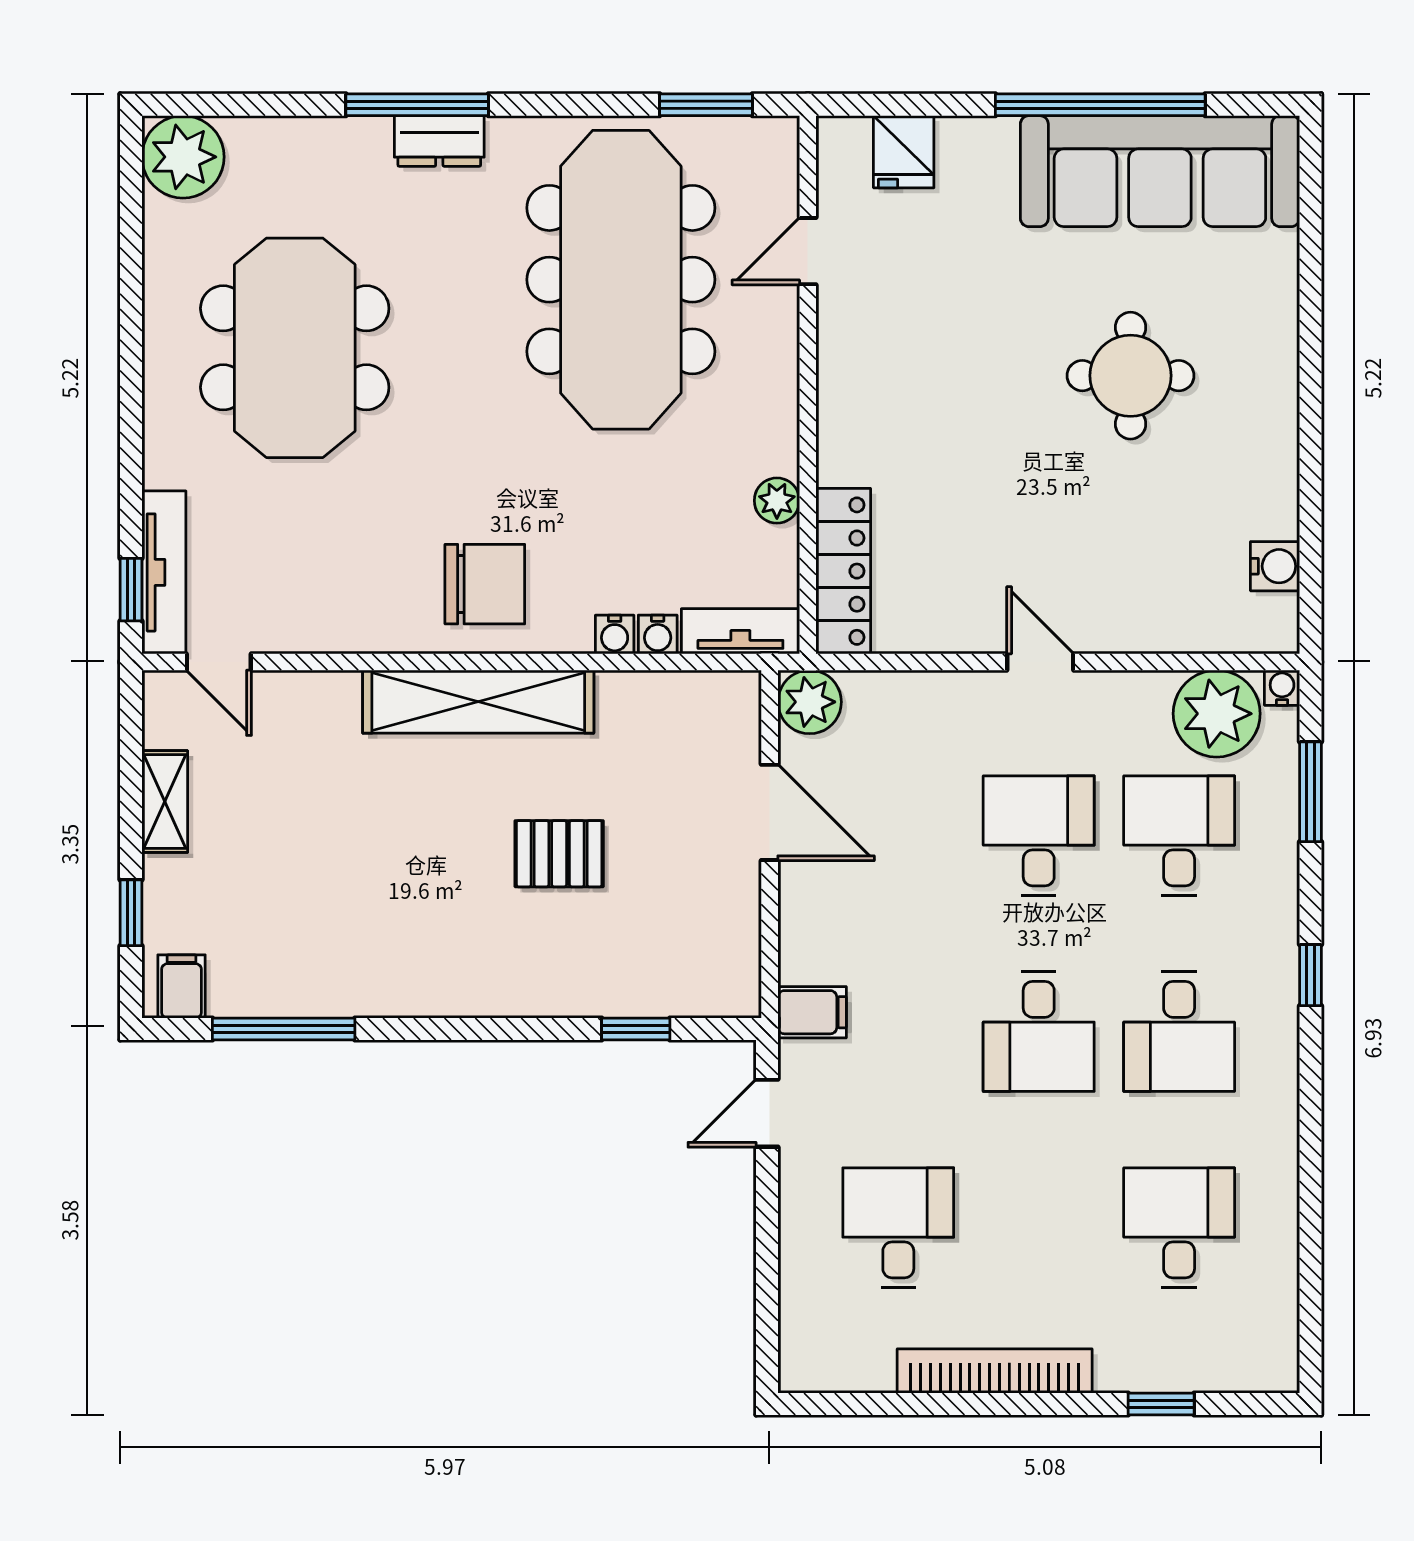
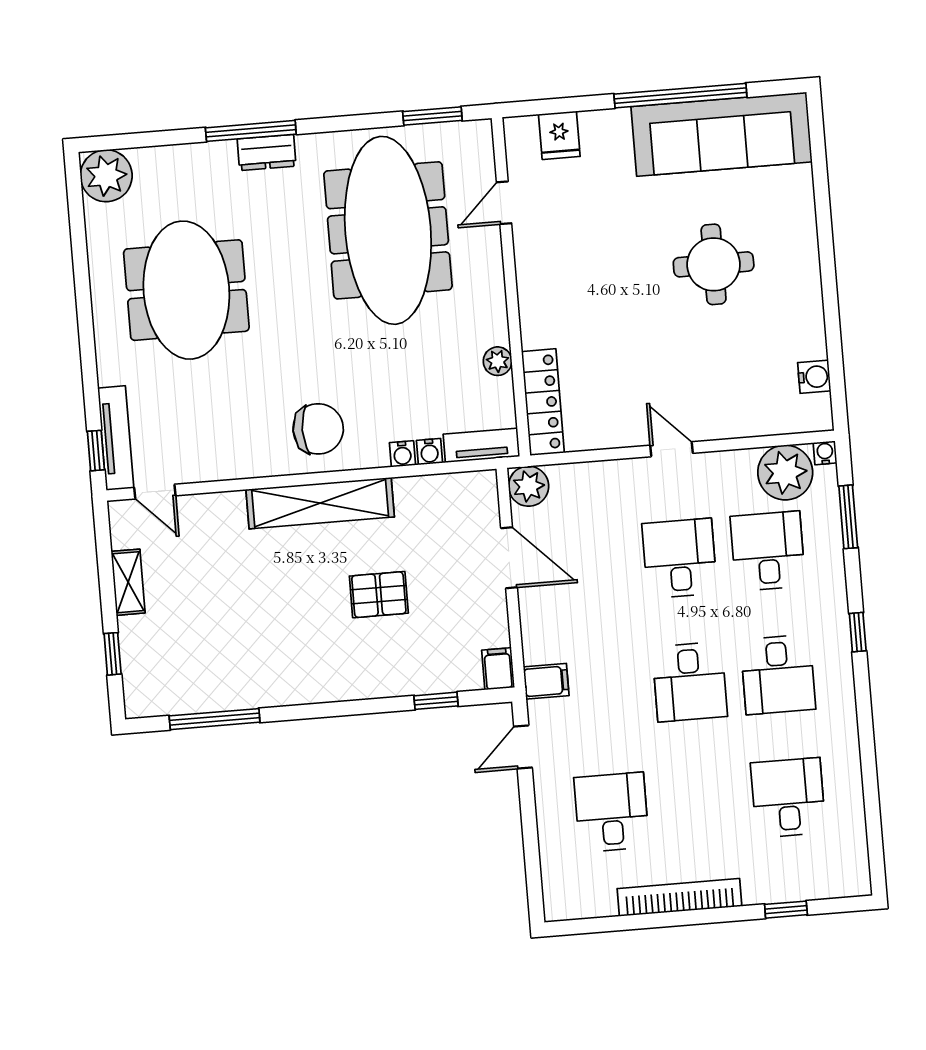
filing cabinet: (182, 986) -> (498, 669), moved

